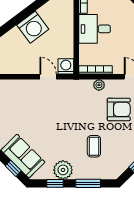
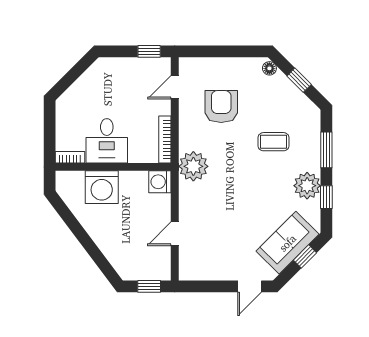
washing machine: (33, 27) -> (102, 187), moved, turned 127
door: (48, 77) -> (175, 234), moved
plant: (99, 85) -> (193, 166), moved, width x1.88, depth x1.88

